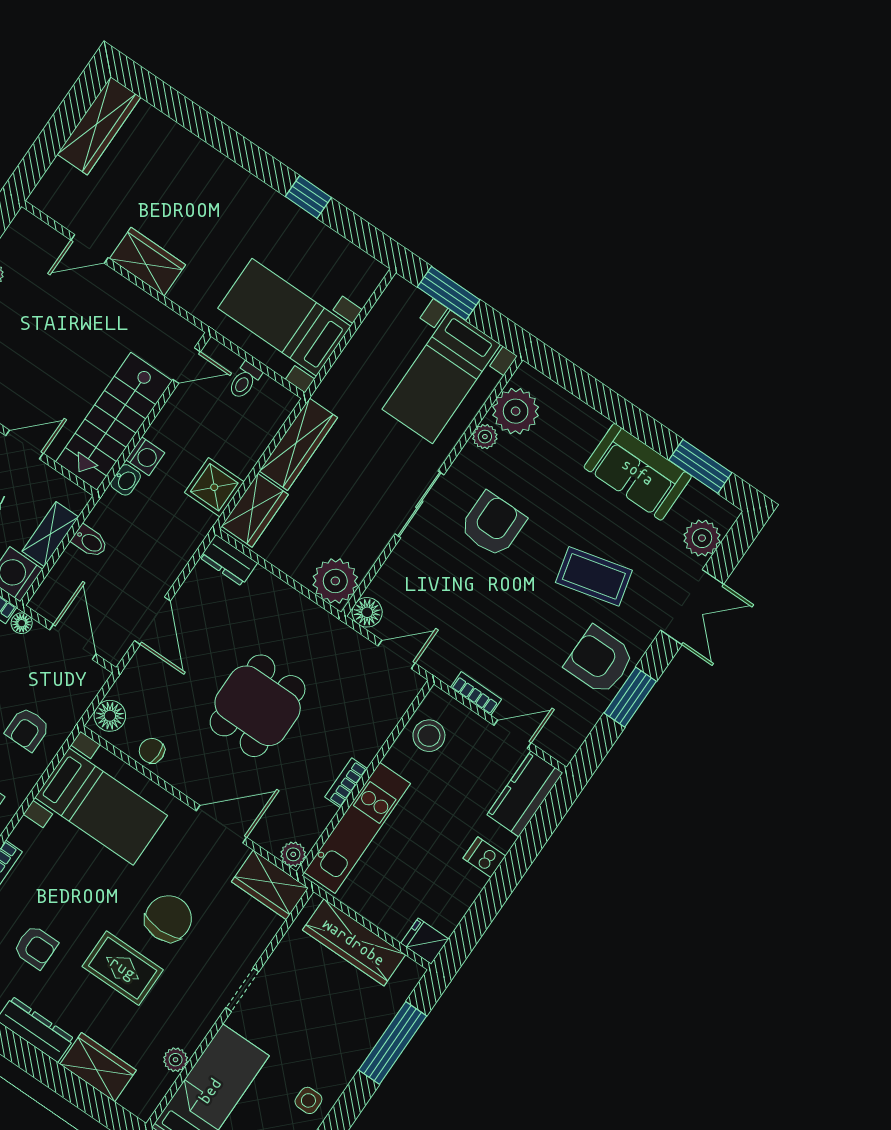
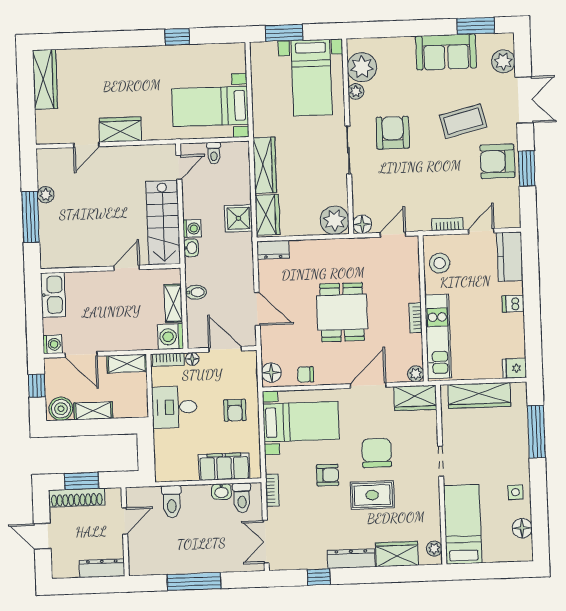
armchair: (36, 947) -> (328, 475), moved
plant: (176, 1060) -> (434, 549), moved

